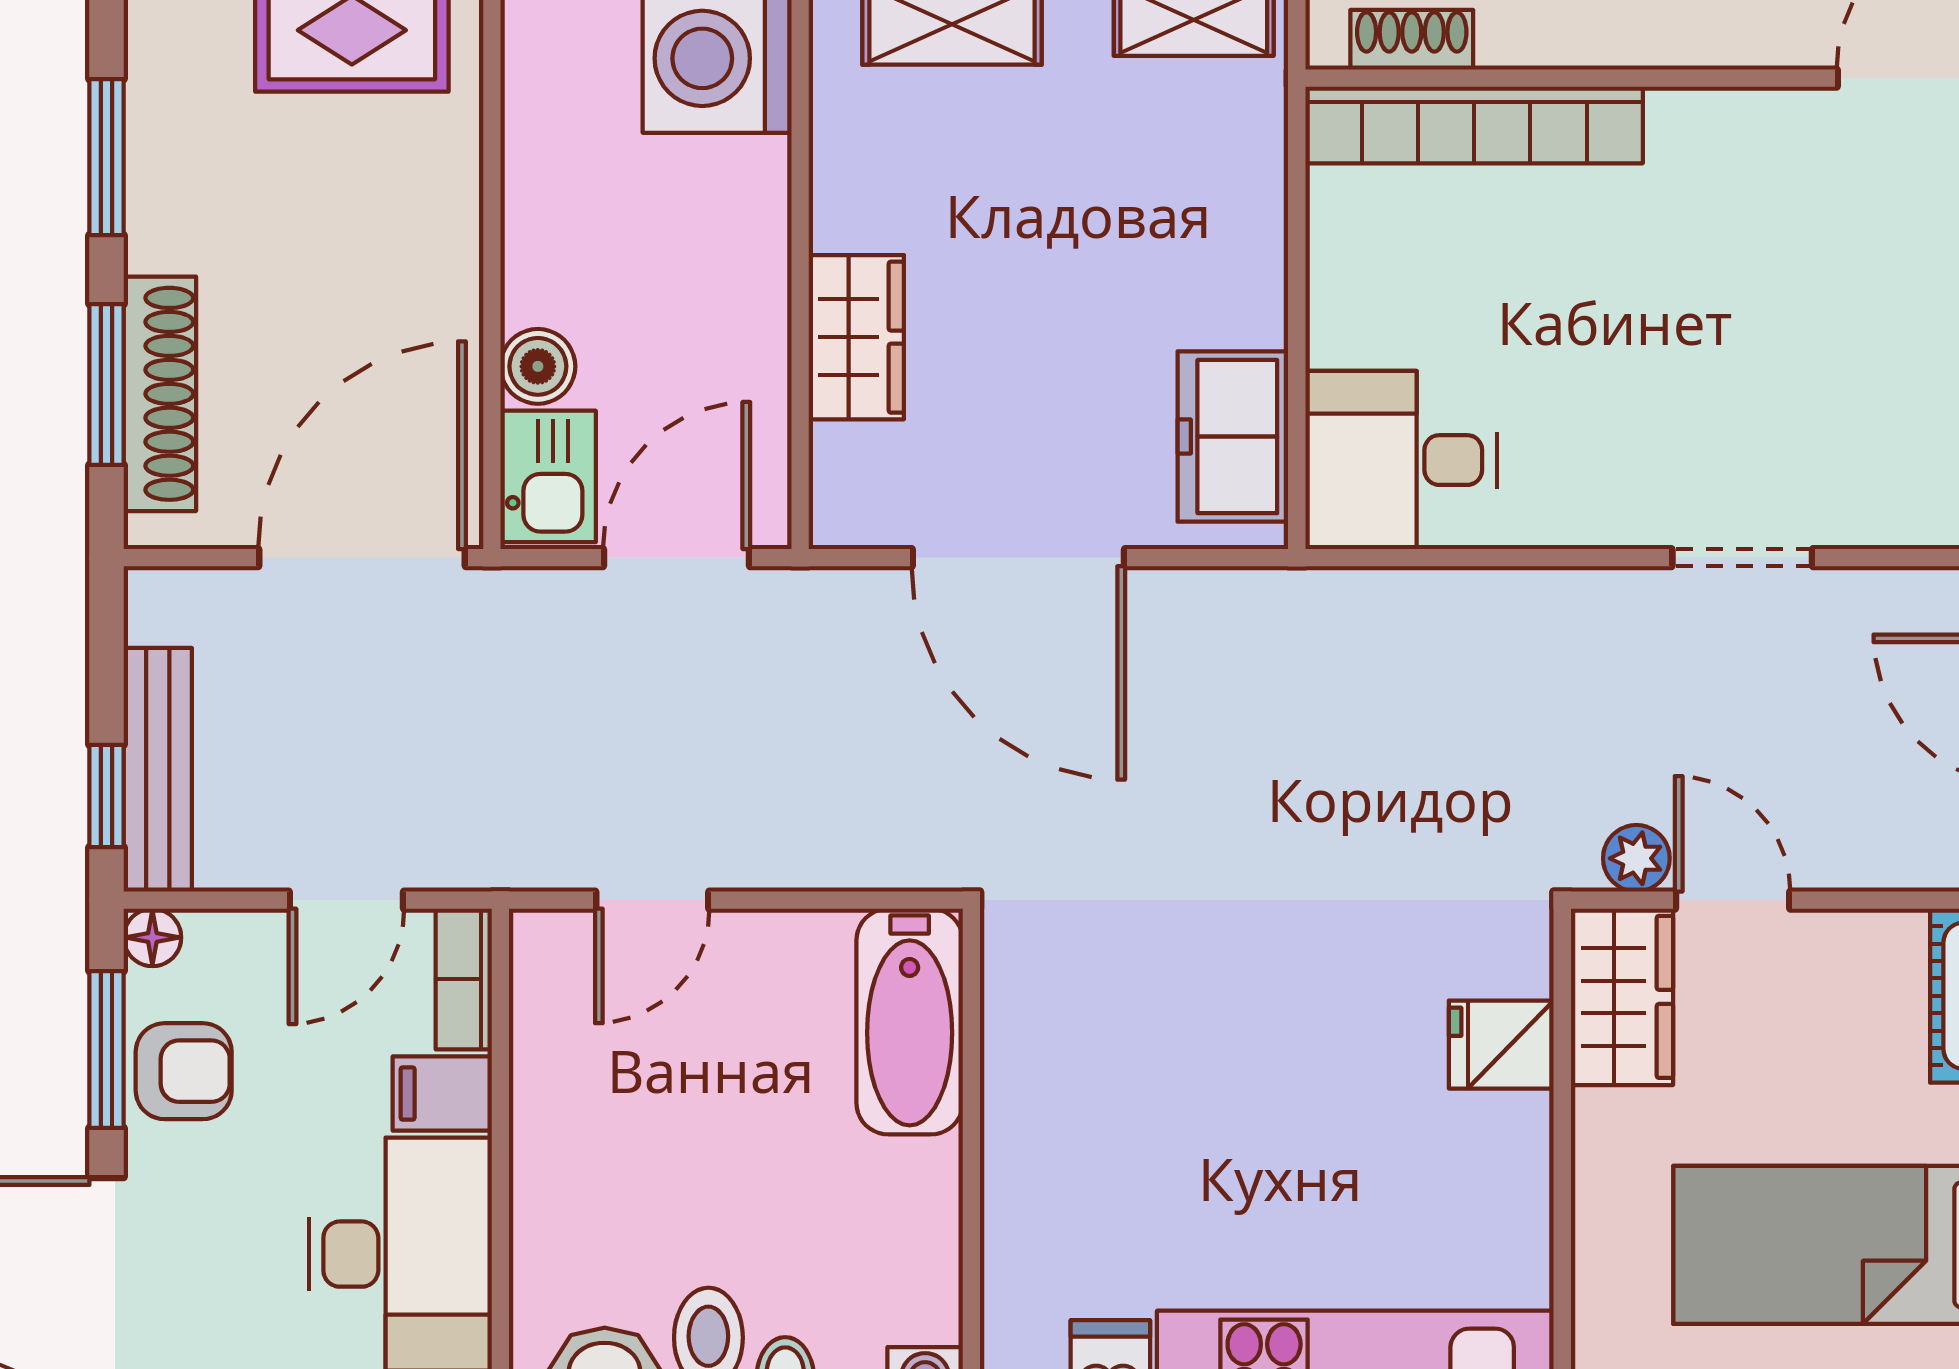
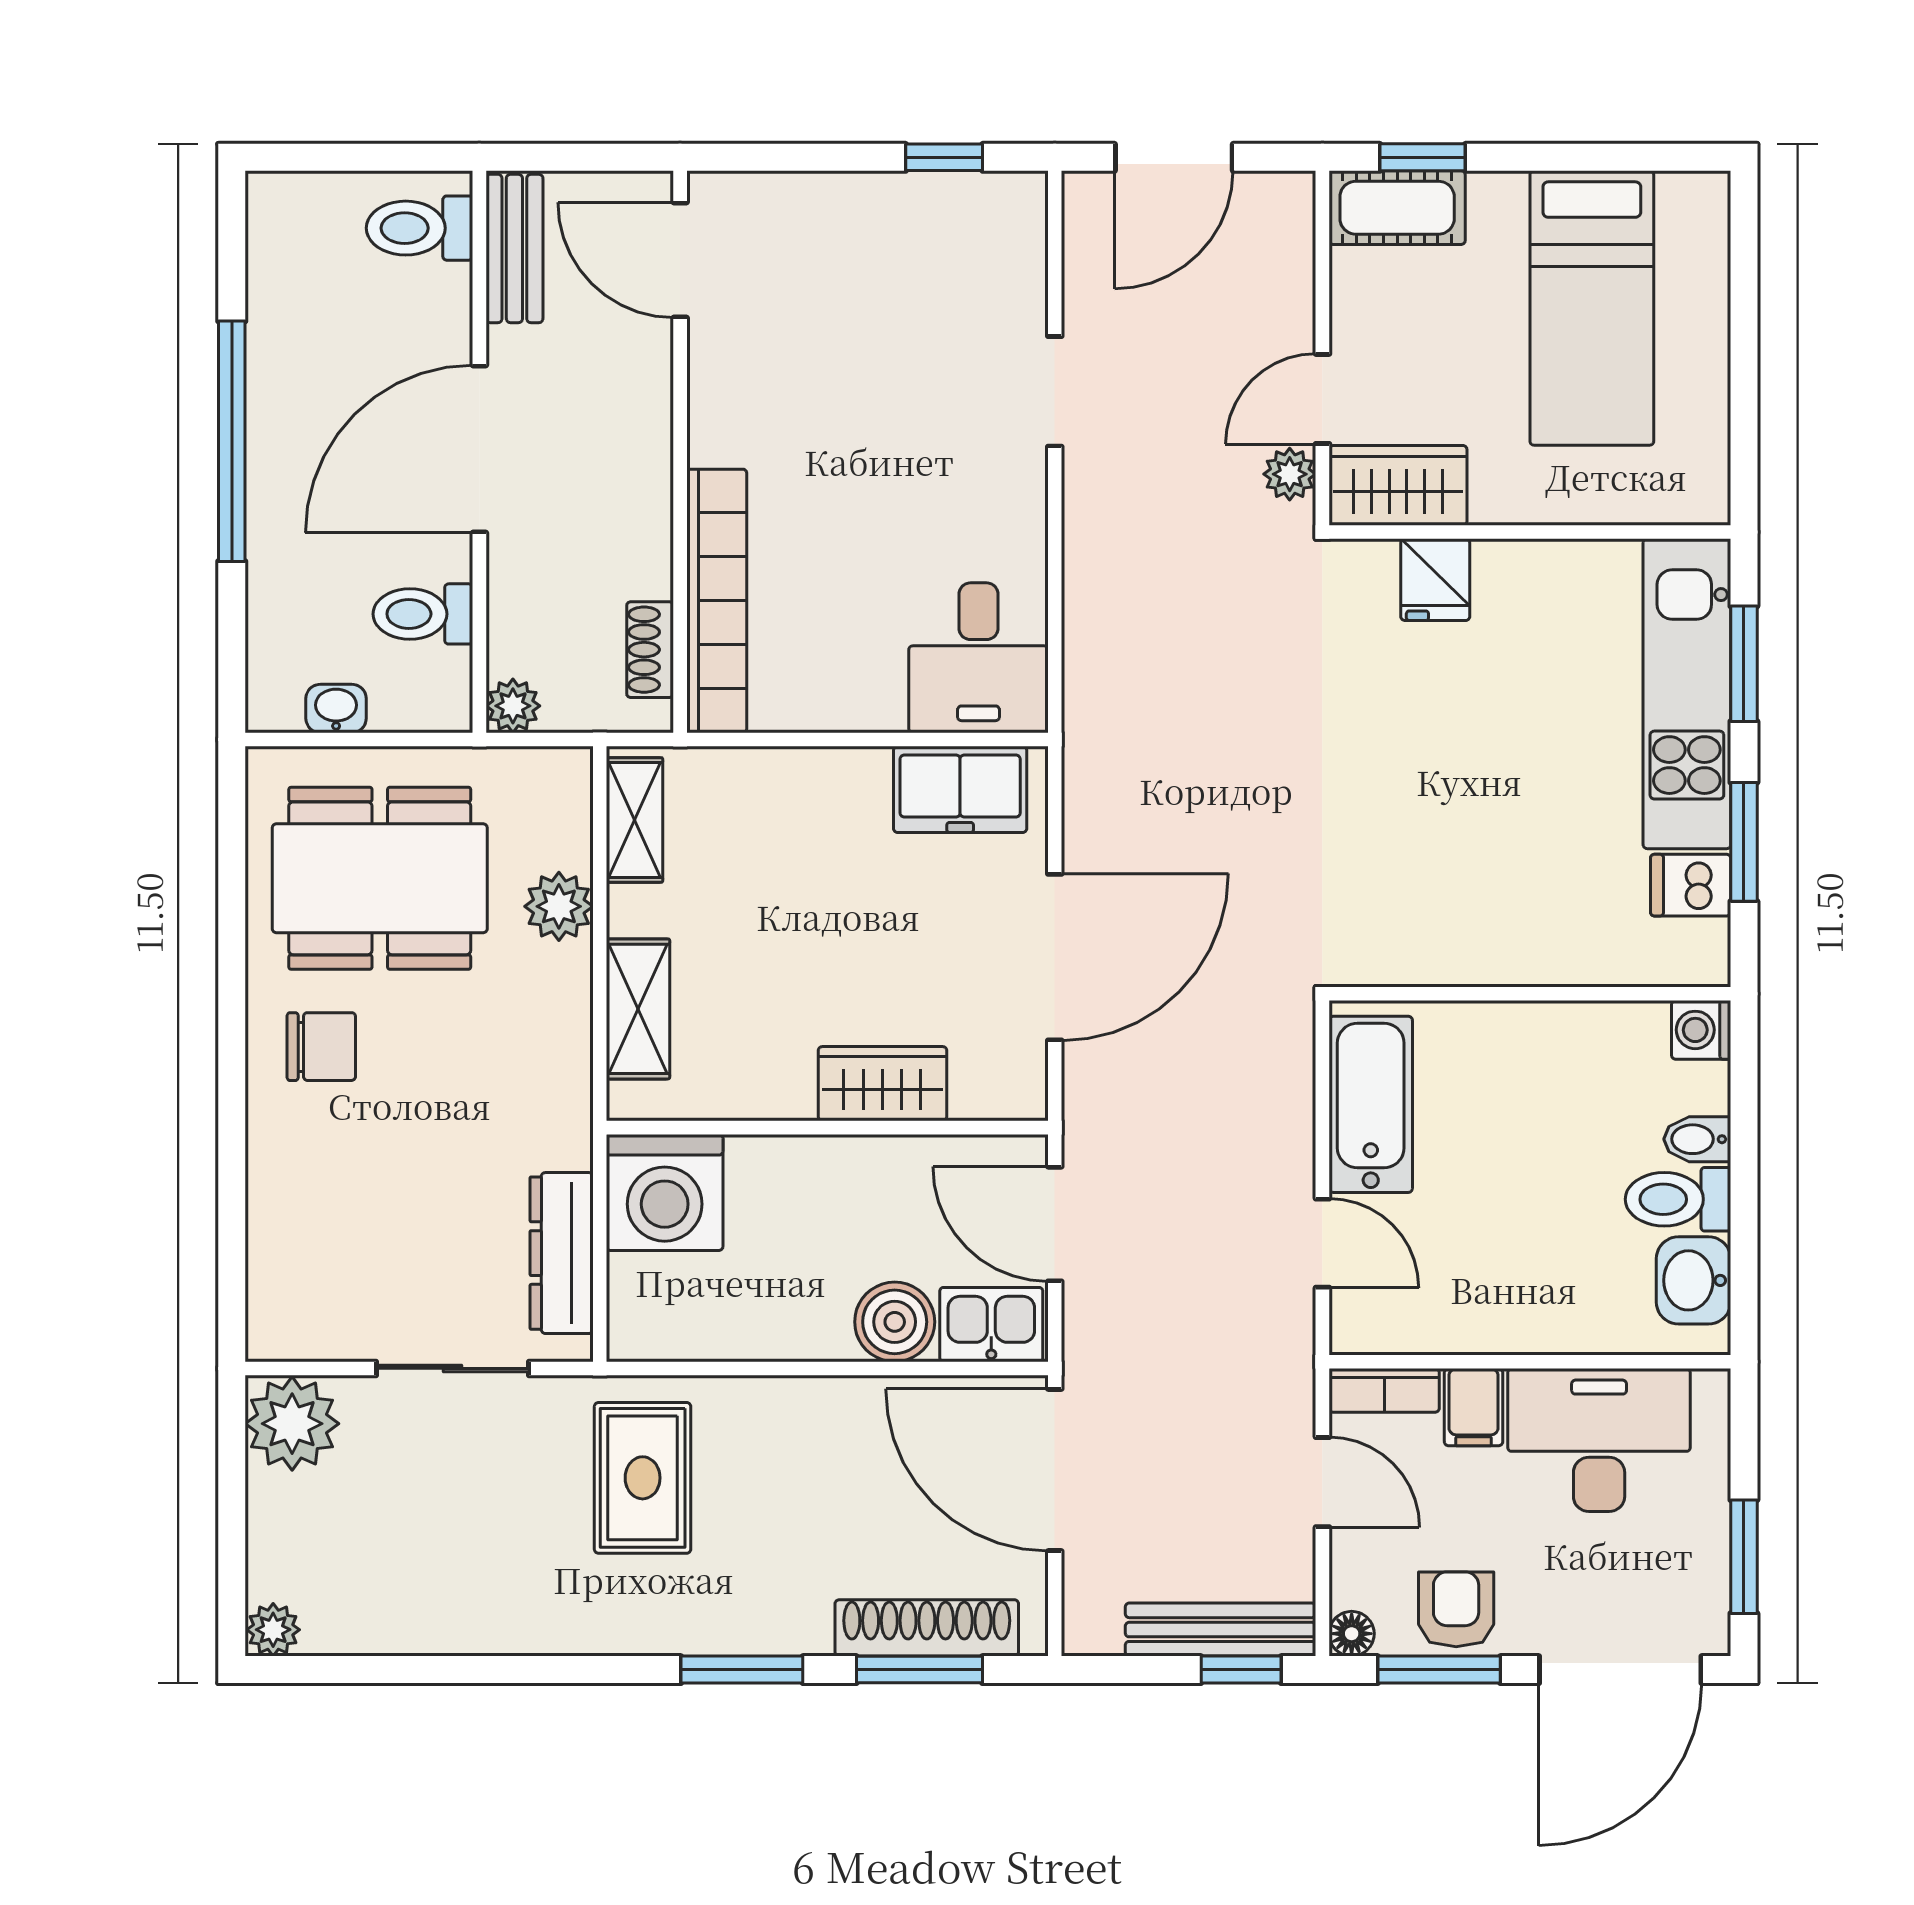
boiler: (538, 366) -> (895, 1322), width x1.36, depth x1.36
bathtub: (910, 1022) -> (1371, 1104), moved, turned -90

